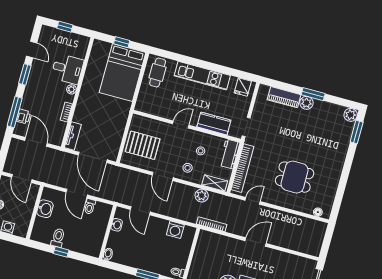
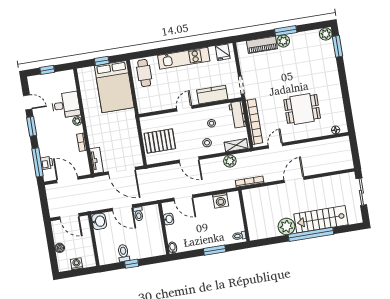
washbasin: (45, 209) -> (99, 221), moved

